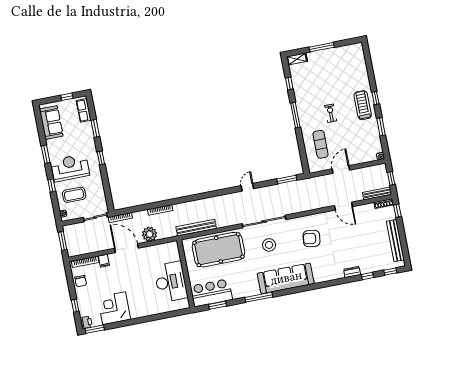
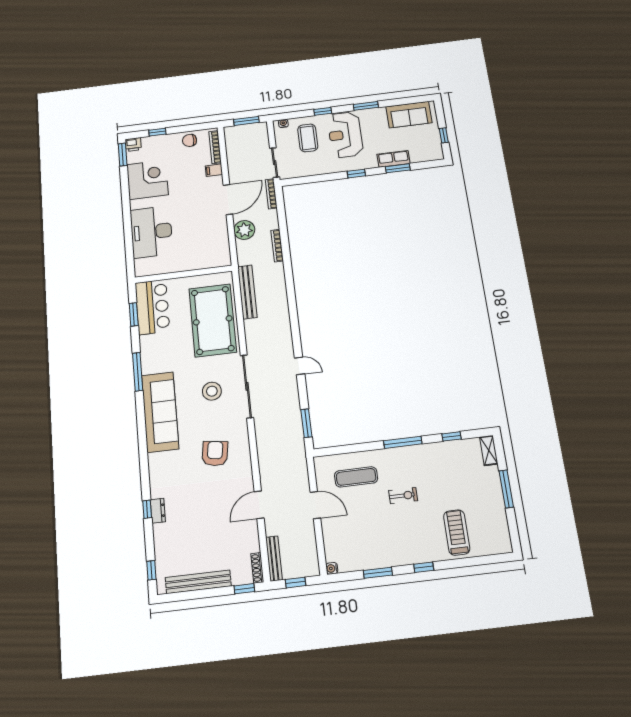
treadmill: (363, 105) -> (457, 533), moved, turned -90
row of seats: (84, 110) -> (394, 159), moved
reception desk: (70, 168) -> (345, 135), turned 180
window: (367, 276) -> (147, 509), moved
desk: (171, 282) -> (151, 232), moved, turned 90

